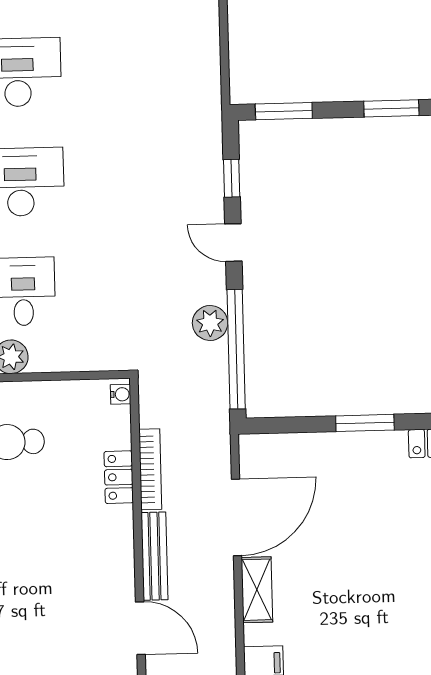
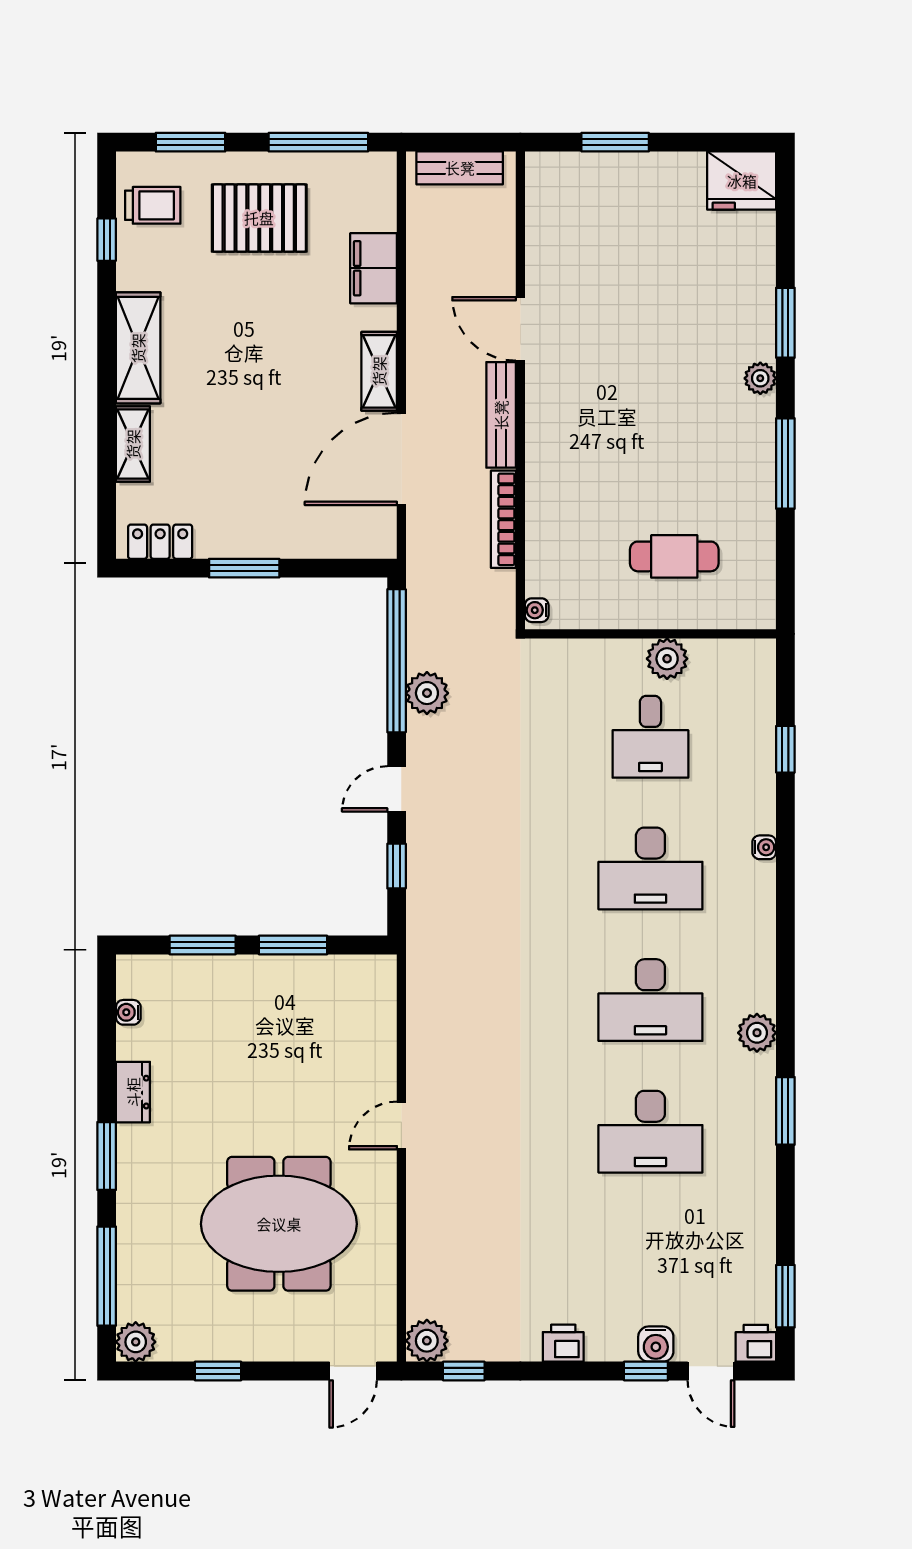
window: (284, 111) -> (293, 945), moved
door: (233, 243) -> (397, 789), swing flipped
locker: (119, 477) -> (542, 511), removed

